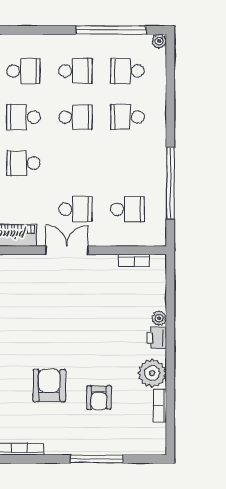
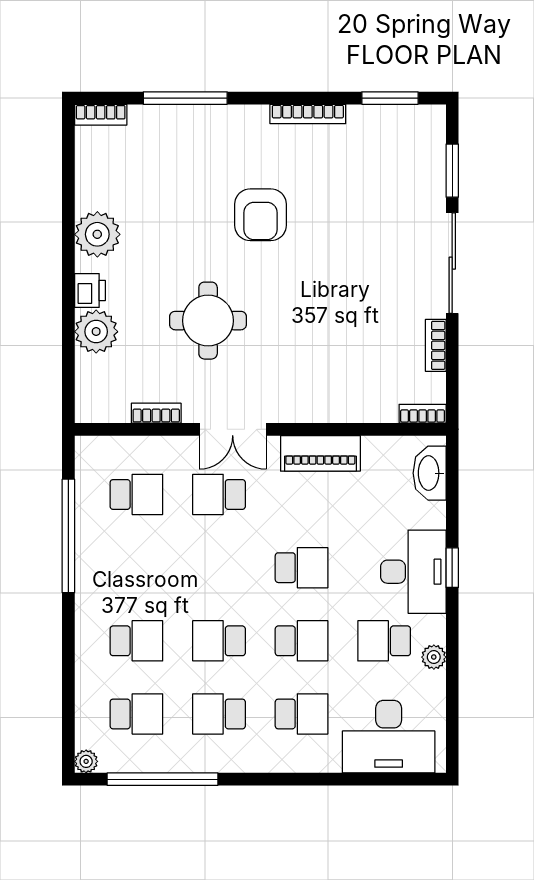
school desk: (23, 71) -> (302, 714), turned 180
school desk: (127, 209) -> (136, 494), turned 180
bookcase: (134, 260) -> (156, 413), moved
plant: (159, 318) -> (96, 332), width x1.88, depth x1.88
round table: (82, 319) -> (208, 321), added
armchair: (99, 397) -> (182, 196), removed
bookcase: (160, 405) -> (101, 115), moved, turned 90

